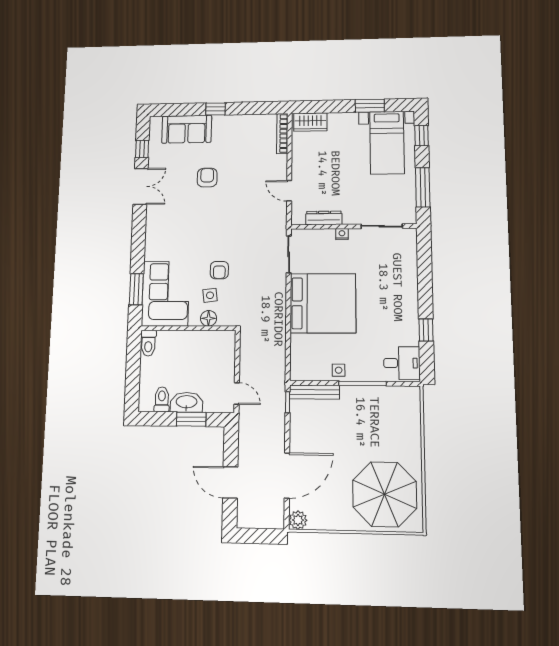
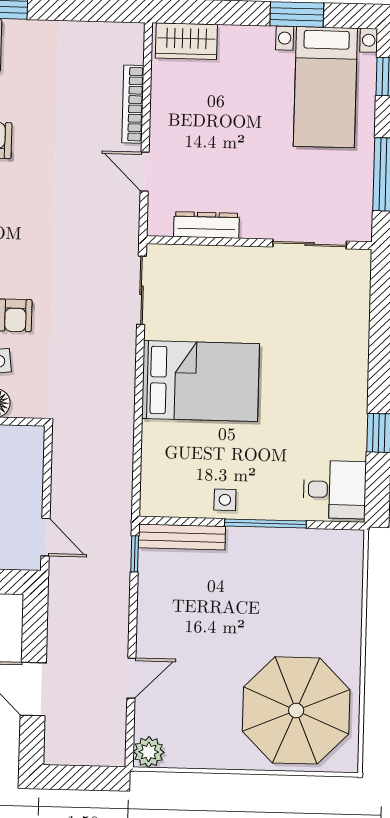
bookcase: (282, 134) -> (133, 104), moved
nightstand: (342, 234) -> (238, 256), removed
bed: (323, 303) -> (201, 381), width x0.73
door: (287, 475) -> (131, 678), width x0.53

